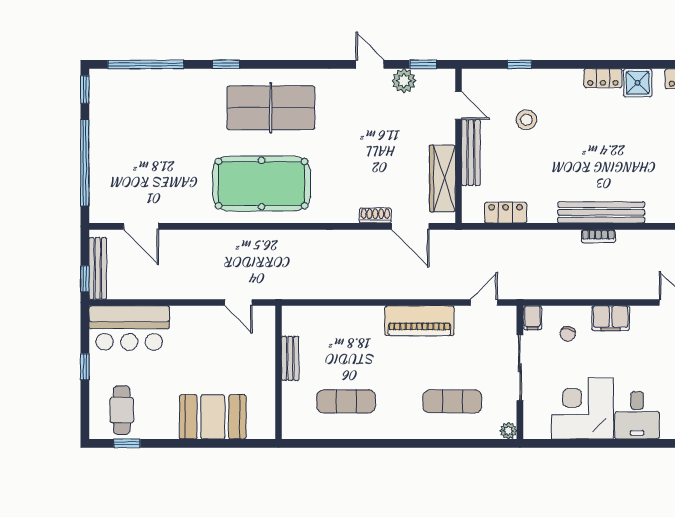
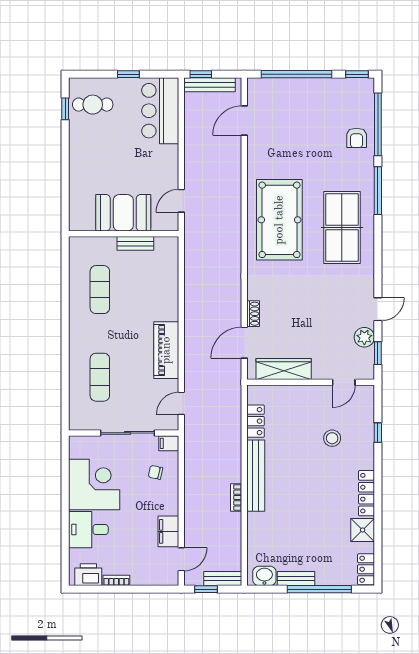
window: (226, 64) -> (378, 191), width x2.17
locker: (603, 78) -> (366, 493), width x1.53
armchair: (162, 90) -> (357, 138), added
bench: (471, 153) -> (305, 393), removed
bench: (601, 212) -> (256, 476), moved
door: (484, 303) -> (181, 403), swing flipped
filing cabinet: (611, 318) -> (168, 531), moved
booth: (213, 417) -> (123, 213), moved, turned 90
plant: (508, 431) -> (76, 423), removed

